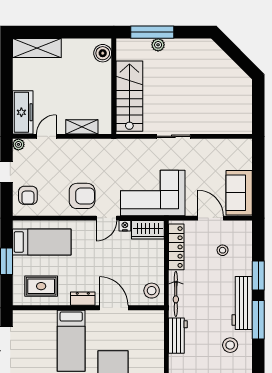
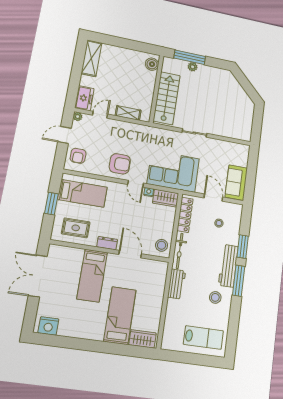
shelving: (37, 48) -> (92, 58), moved, turned 90
freezer: (23, 112) -> (84, 98), width x0.71
door: (106, 218) -> (136, 184), hinge flipped

